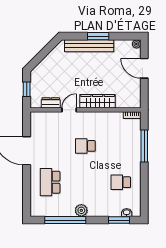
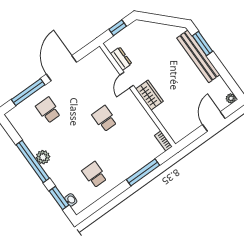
window: (98, 36) -> (202, 44), moved
wardrobe: (98, 101) -> (149, 95), width x0.67
door: (69, 110) -> (127, 80), swing flipped
school desk: (50, 182) -> (48, 110), width x0.54
window: (27, 187) -> (28, 92), added
window: (65, 220) -> (33, 162), moved

